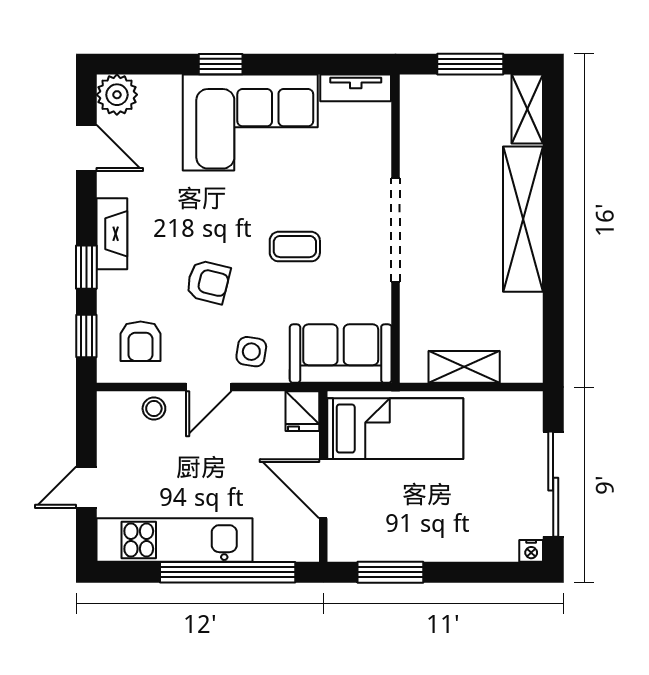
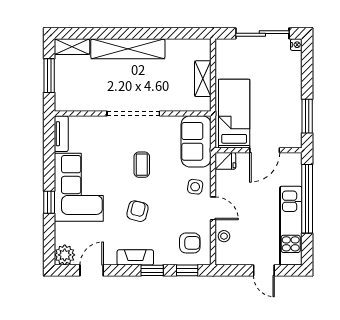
armchair: (208, 282) -> (137, 211), moved

